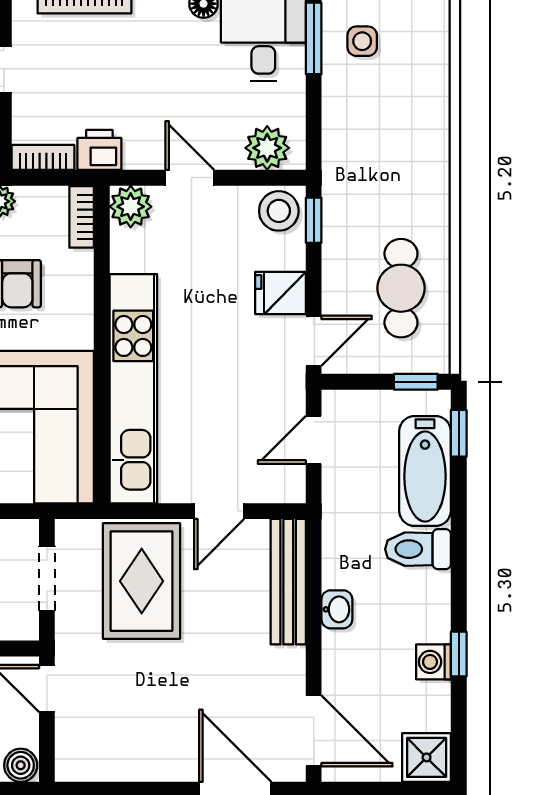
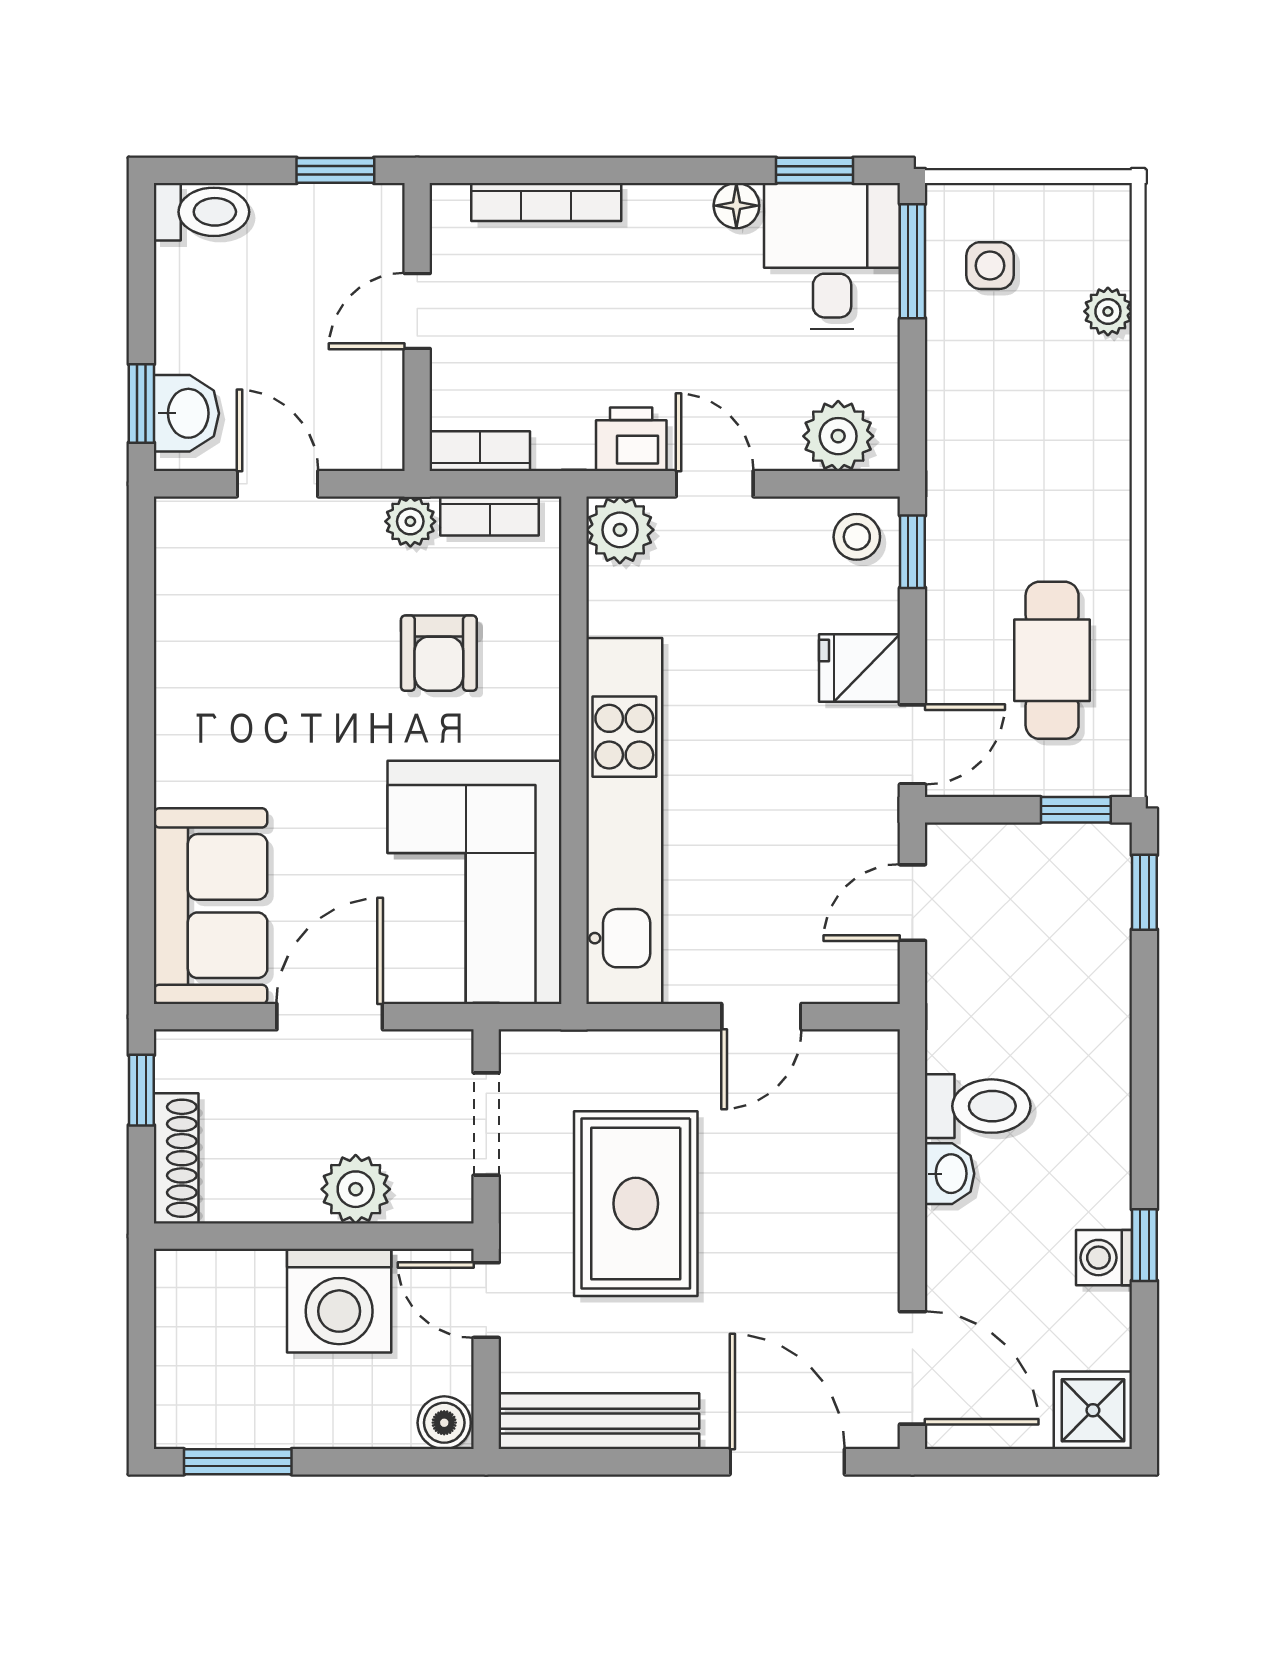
plant: (436, 70) -> (1108, 311), added
printer: (99, 150) -> (631, 439), moved
stool: (279, 211) -> (857, 537), width x0.73, depth x0.73
bookcase: (82, 217) -> (490, 516), moved, turned -90
bathtub: (425, 471) -> (1090, 952), removed
toilet: (418, 549) -> (978, 1106), moved, turned 180
rug: (142, 581) -> (636, 1204), moved
bench: (288, 582) -> (599, 1421), moved, turned 90

